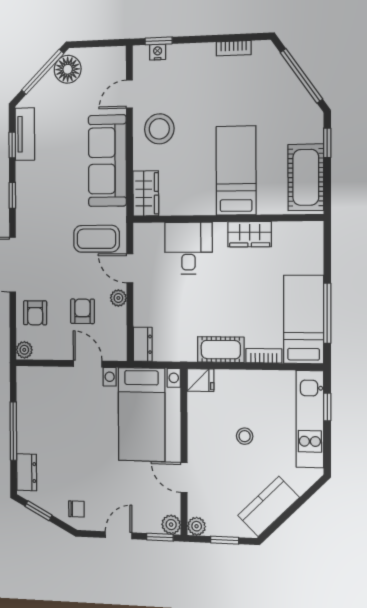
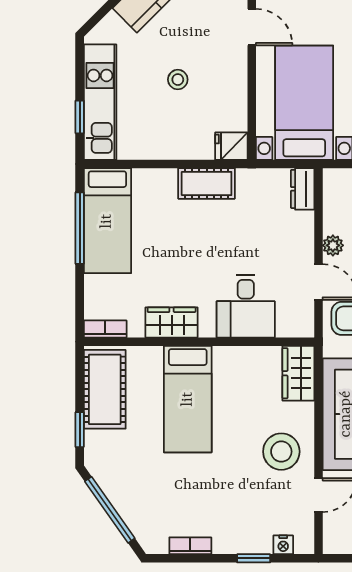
window: (159, 41) -> (254, 558), moved
bookcase: (264, 356) -> (105, 329), moved, turned 180

